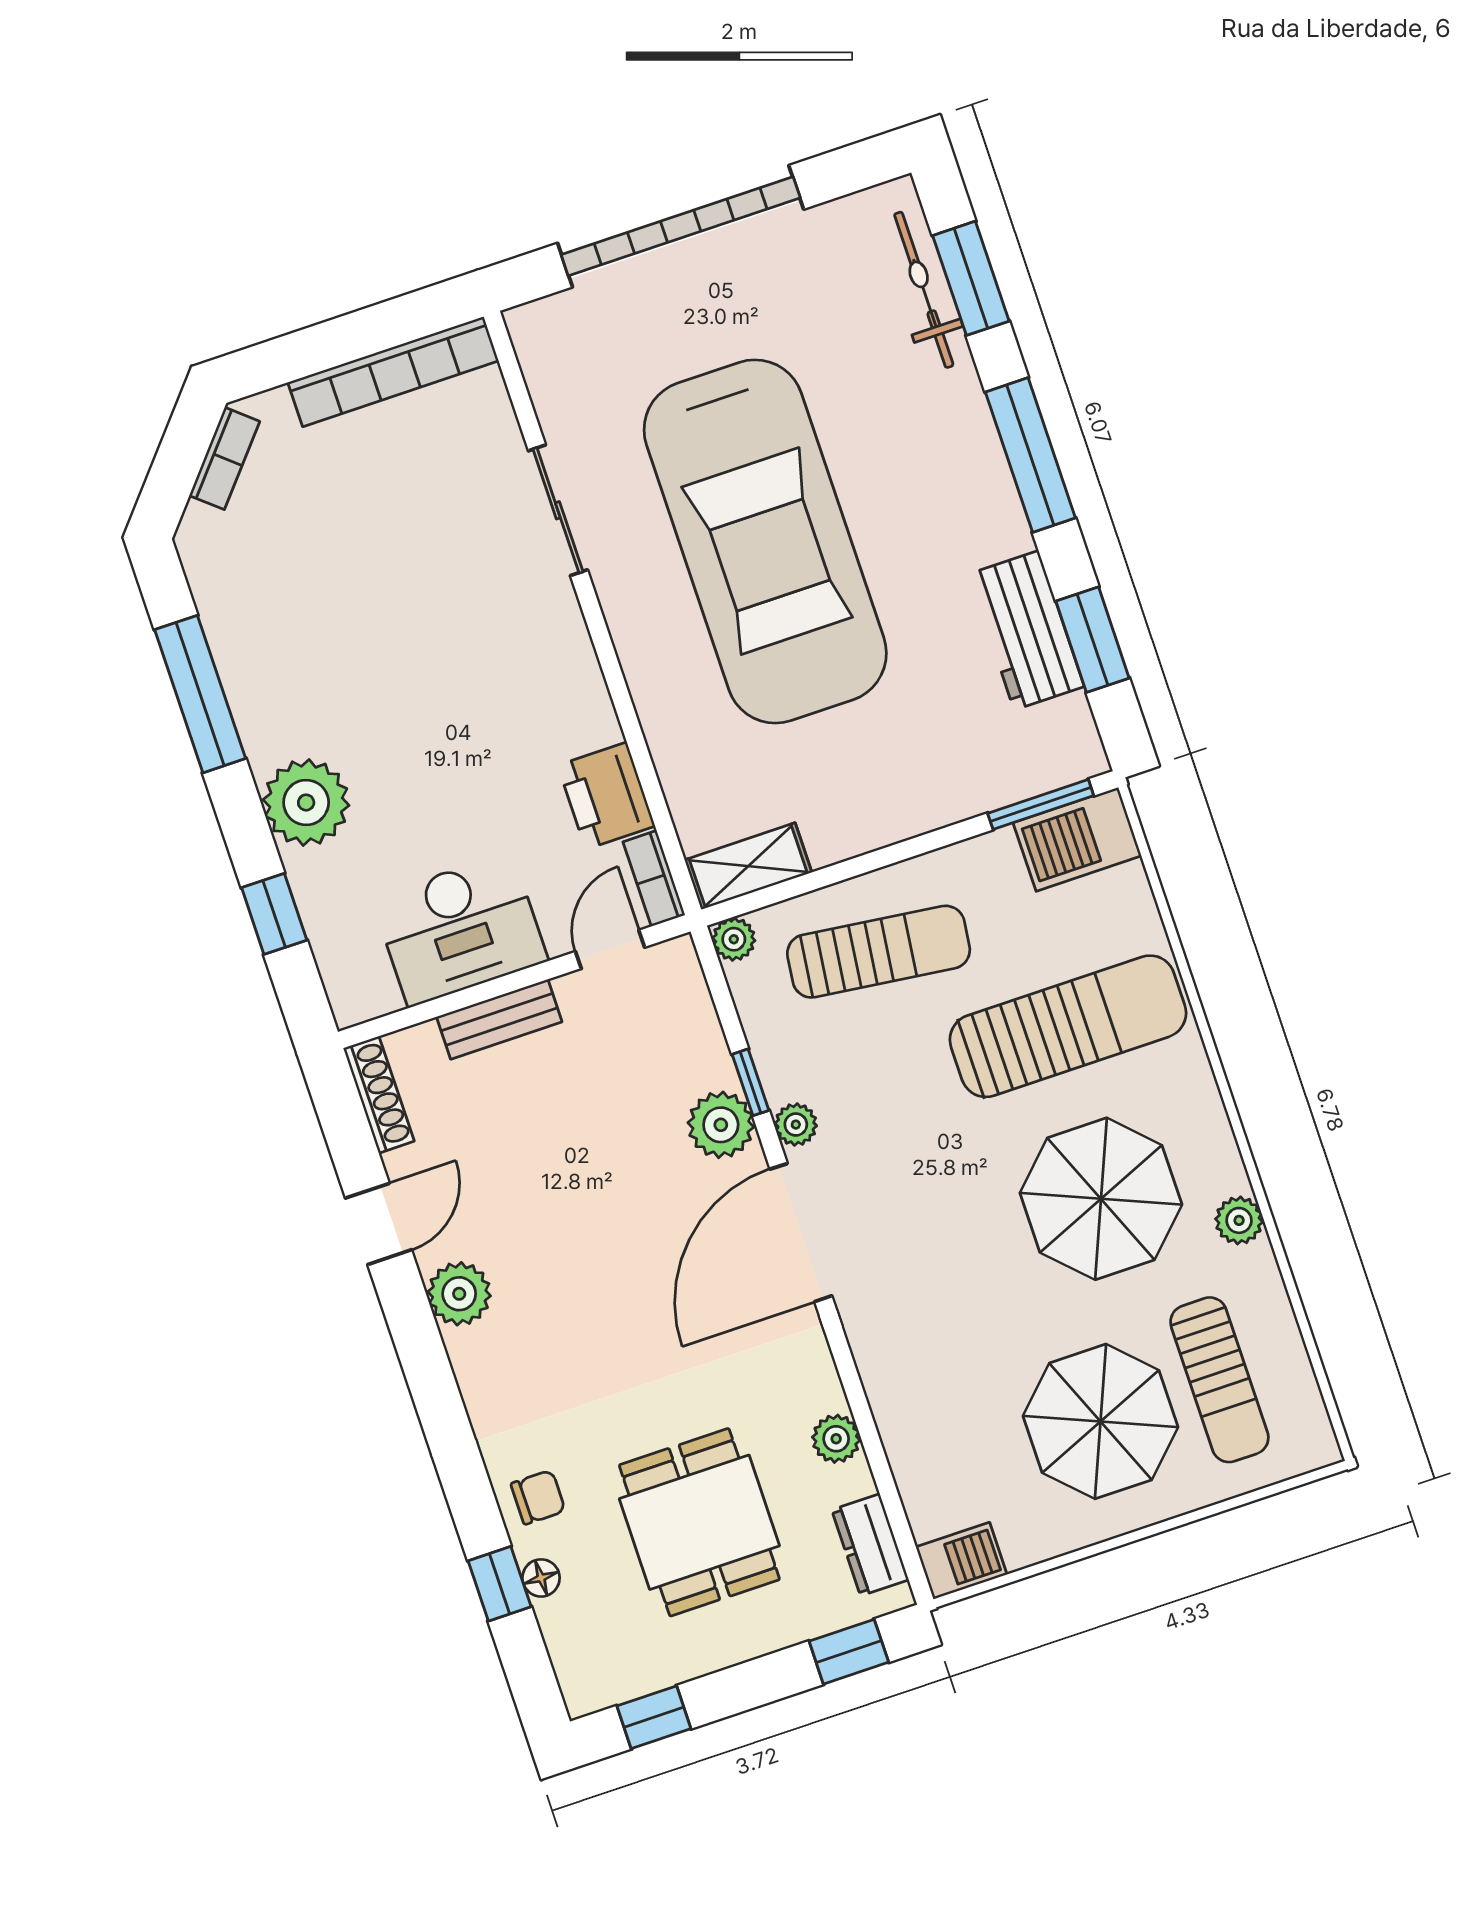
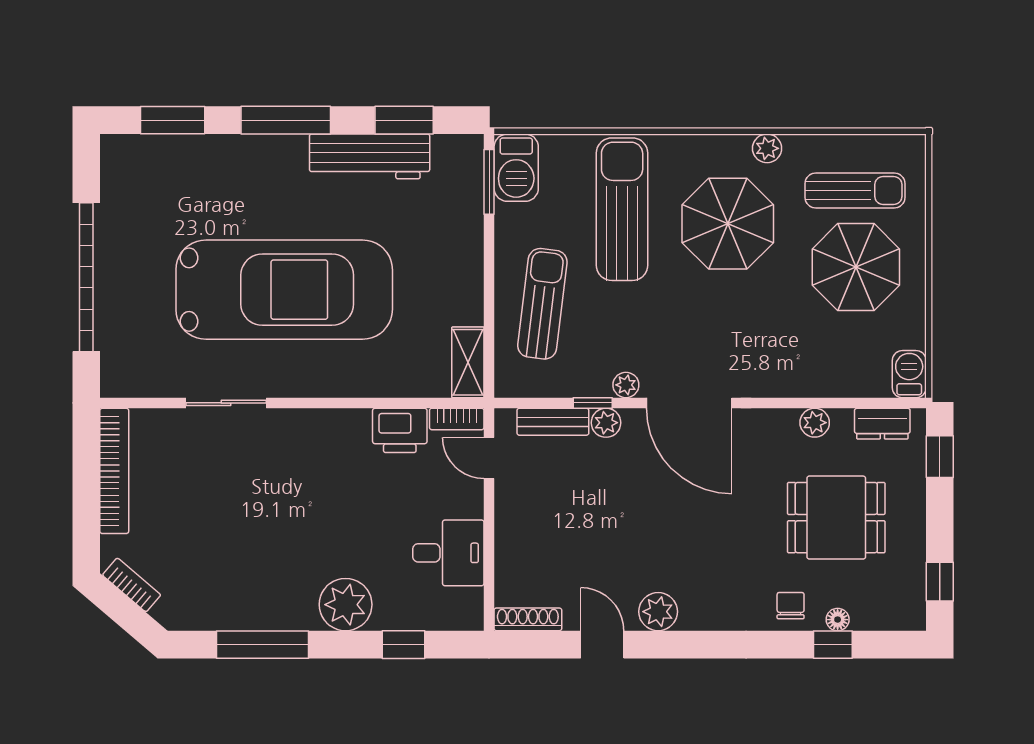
bicycle: (924, 290) -> (170, 149), removed
workbench: (1026, 630) -> (370, 156), width x1.38
desk: (460, 929) -> (448, 553), width x0.73
plant: (734, 939) -> (507, 385), removed
bench: (499, 1019) -> (553, 422), moved, turned 90
plant: (721, 1125) -> (606, 423), width x0.73, depth x0.73

